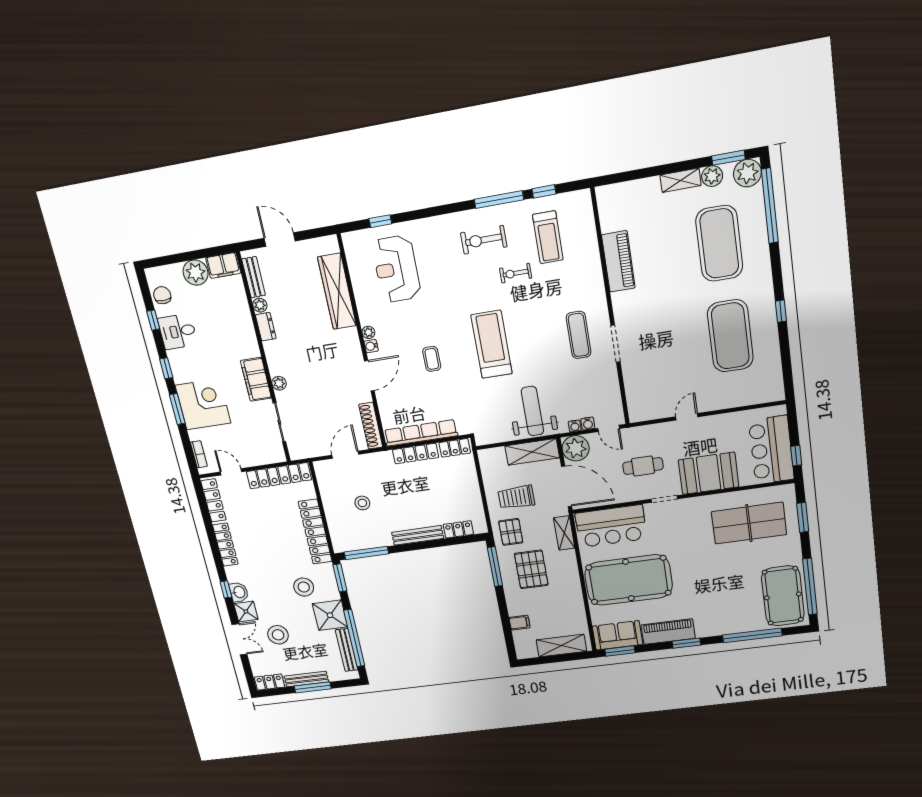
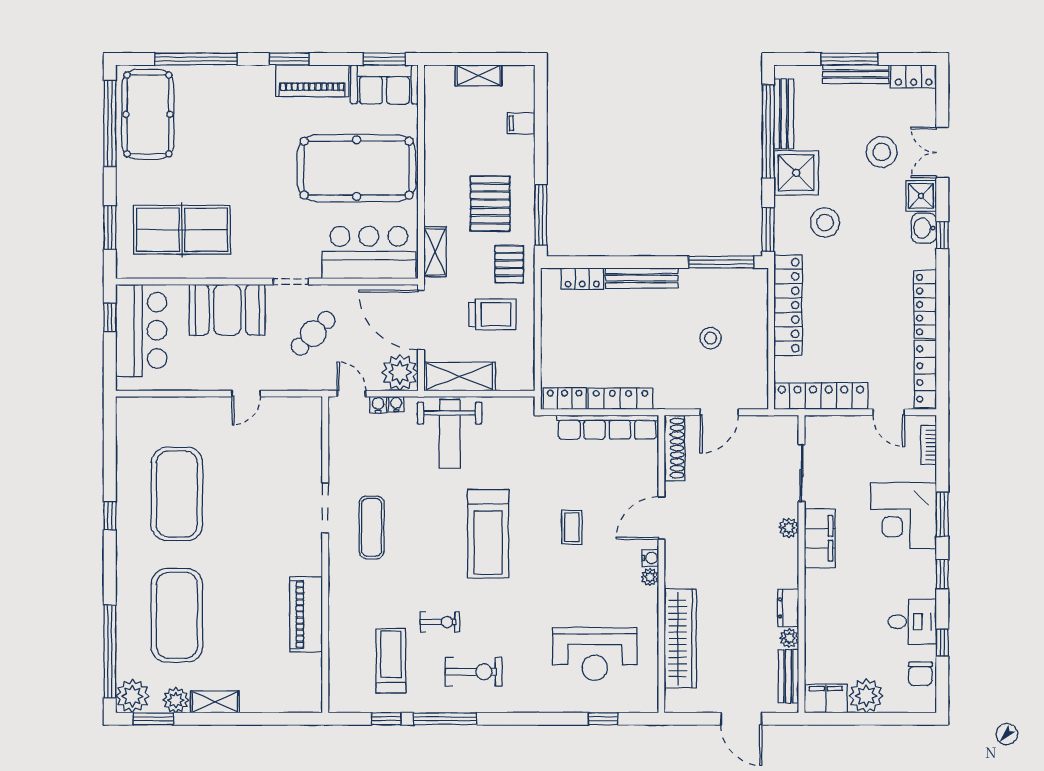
reception desk: (396, 269) -> (595, 654), turned 90
cafe table: (643, 466) -> (313, 333), turned -45
shelving: (561, 646) -> (479, 75), width x0.67, depth x0.75

